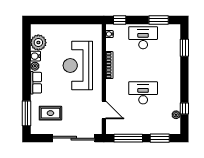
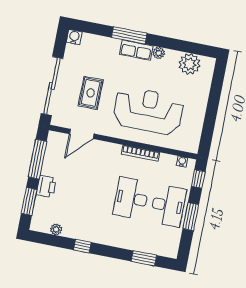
window: (159, 20) -> (191, 217), moved
water cooler: (35, 56) -> (74, 37), moved
desk: (143, 93) -> (131, 198), moved, turned 180
window: (184, 109) -> (82, 246), moved
window: (26, 113) -> (129, 35), moved
rug: (50, 113) -> (91, 93), moved
printer: (147, 128) -> (46, 186), added

